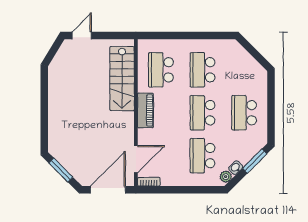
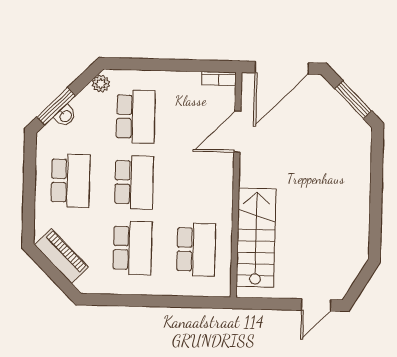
piano: (145, 110) -> (62, 256), moved, turned 135
door: (136, 159) -> (237, 132), moved
washbasin: (236, 168) -> (65, 116), moved

